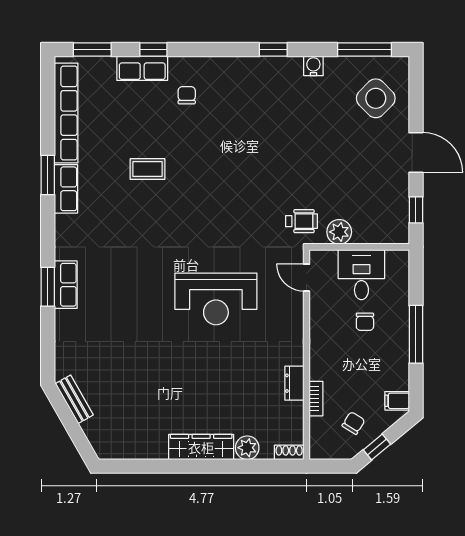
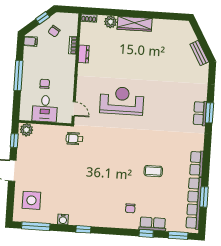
side table: (376, 98) -> (31, 200), turned 45
window: (48, 175) -> (204, 197), moved
plant: (339, 232) -> (26, 130), moved

